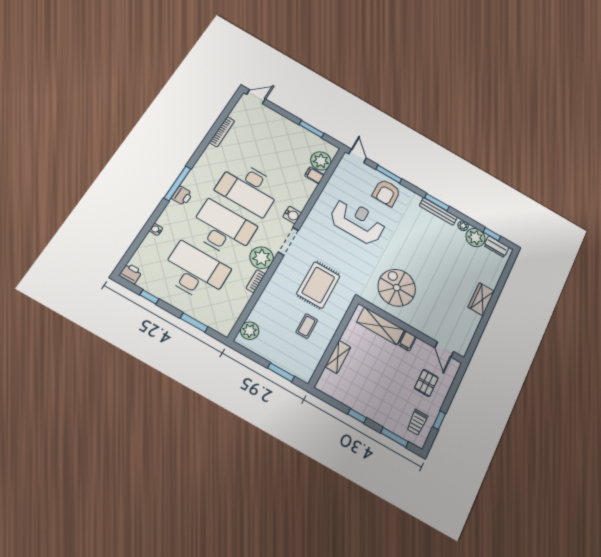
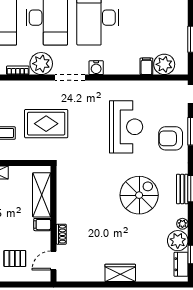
bench: (438, 211) -> (182, 189), width x0.73
spiral stairs: (397, 288) -> (139, 195), moved
shoe rack: (424, 329) -> (61, 234), added

